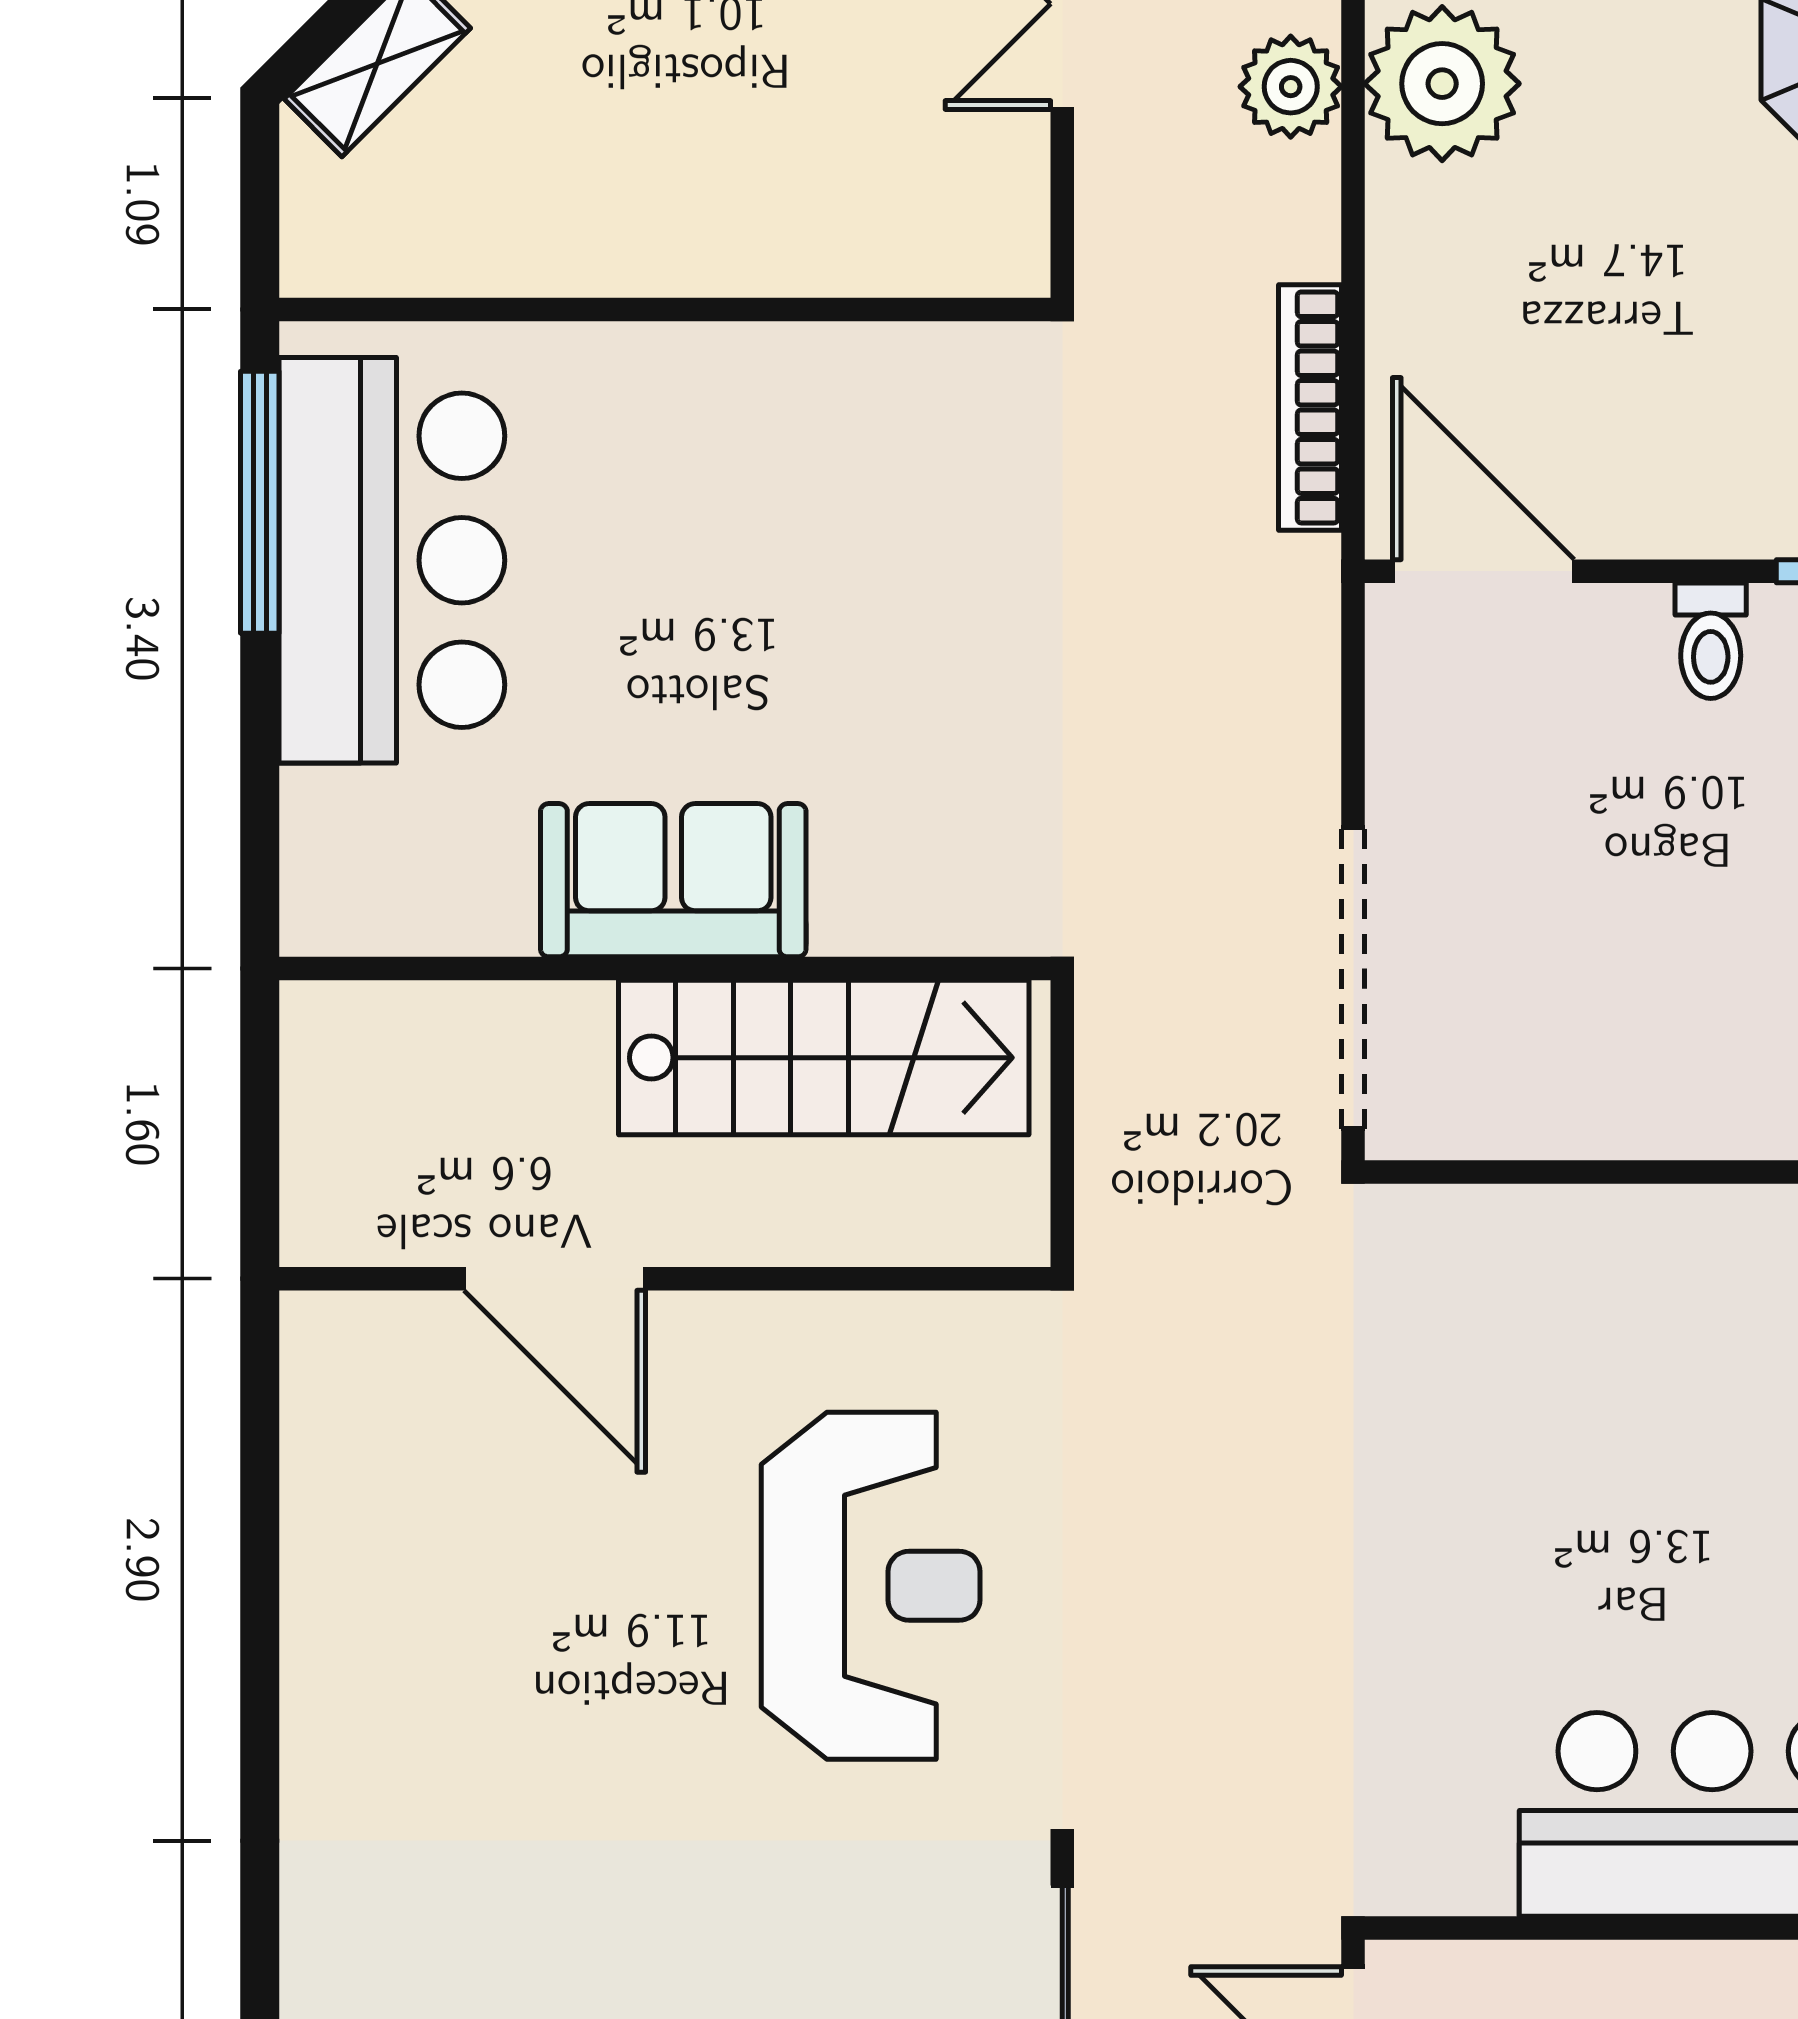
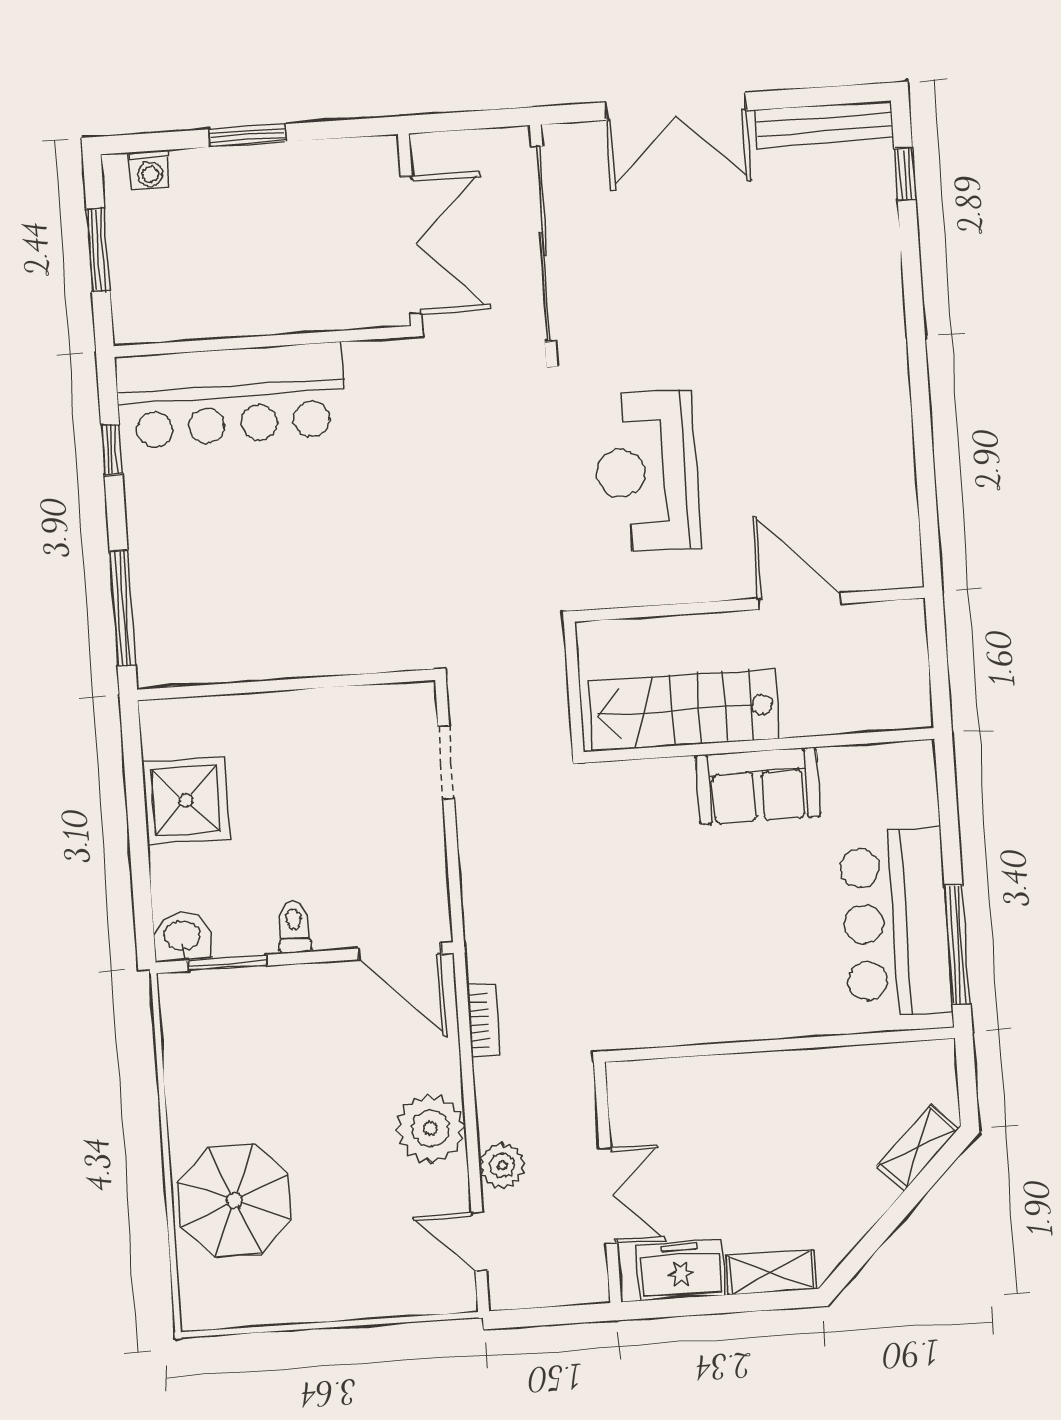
plant: (1442, 84) -> (431, 1128), moved
bookcase: (1310, 407) -> (483, 1020), width x0.64
doorway: (1353, 978) -> (446, 762), width x0.53

